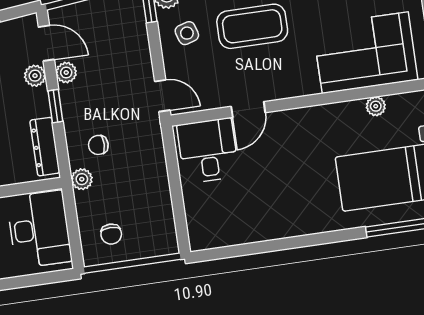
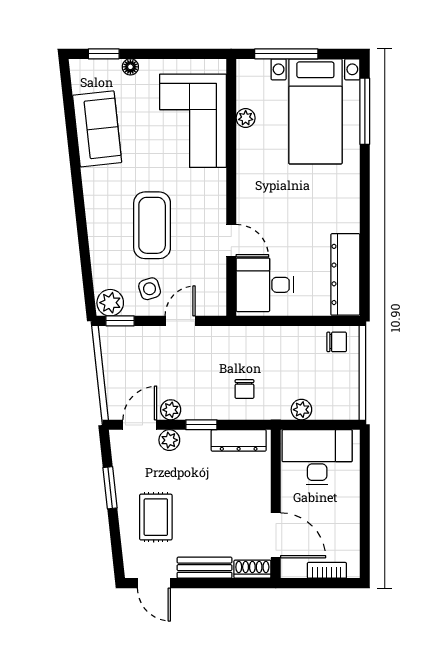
door: (162, 96) -> (180, 321), moved
plant: (82, 179) -> (301, 410), moved
dresser: (230, 231) -> (345, 274), added
chair: (111, 234) -> (337, 342), moved

